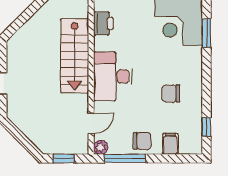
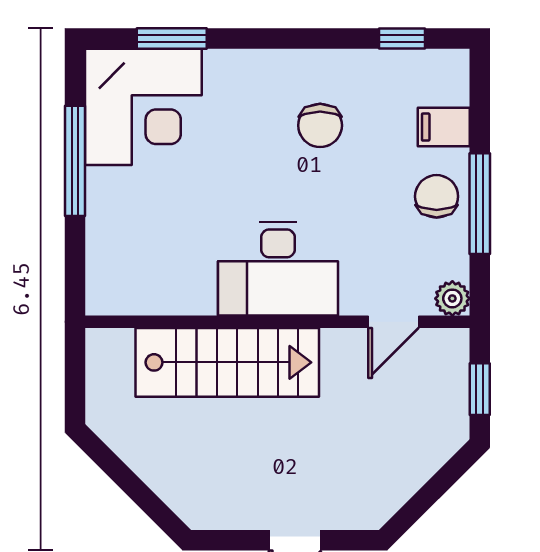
printer: (103, 23) -> (148, 292), removed
door: (91, 123) -> (393, 322), swing flipped
window: (125, 158) -> (480, 204), moved

